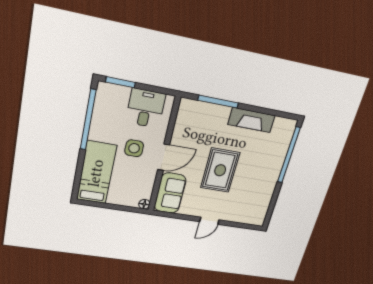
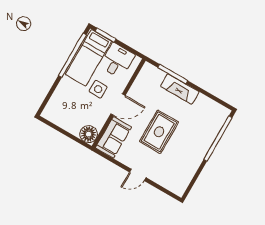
fireplace: (251, 120) -> (180, 89), moved
bed: (96, 173) -> (89, 58), moved, turned 180
floor lamp: (144, 204) -> (89, 134), width x1.89, depth x1.89

